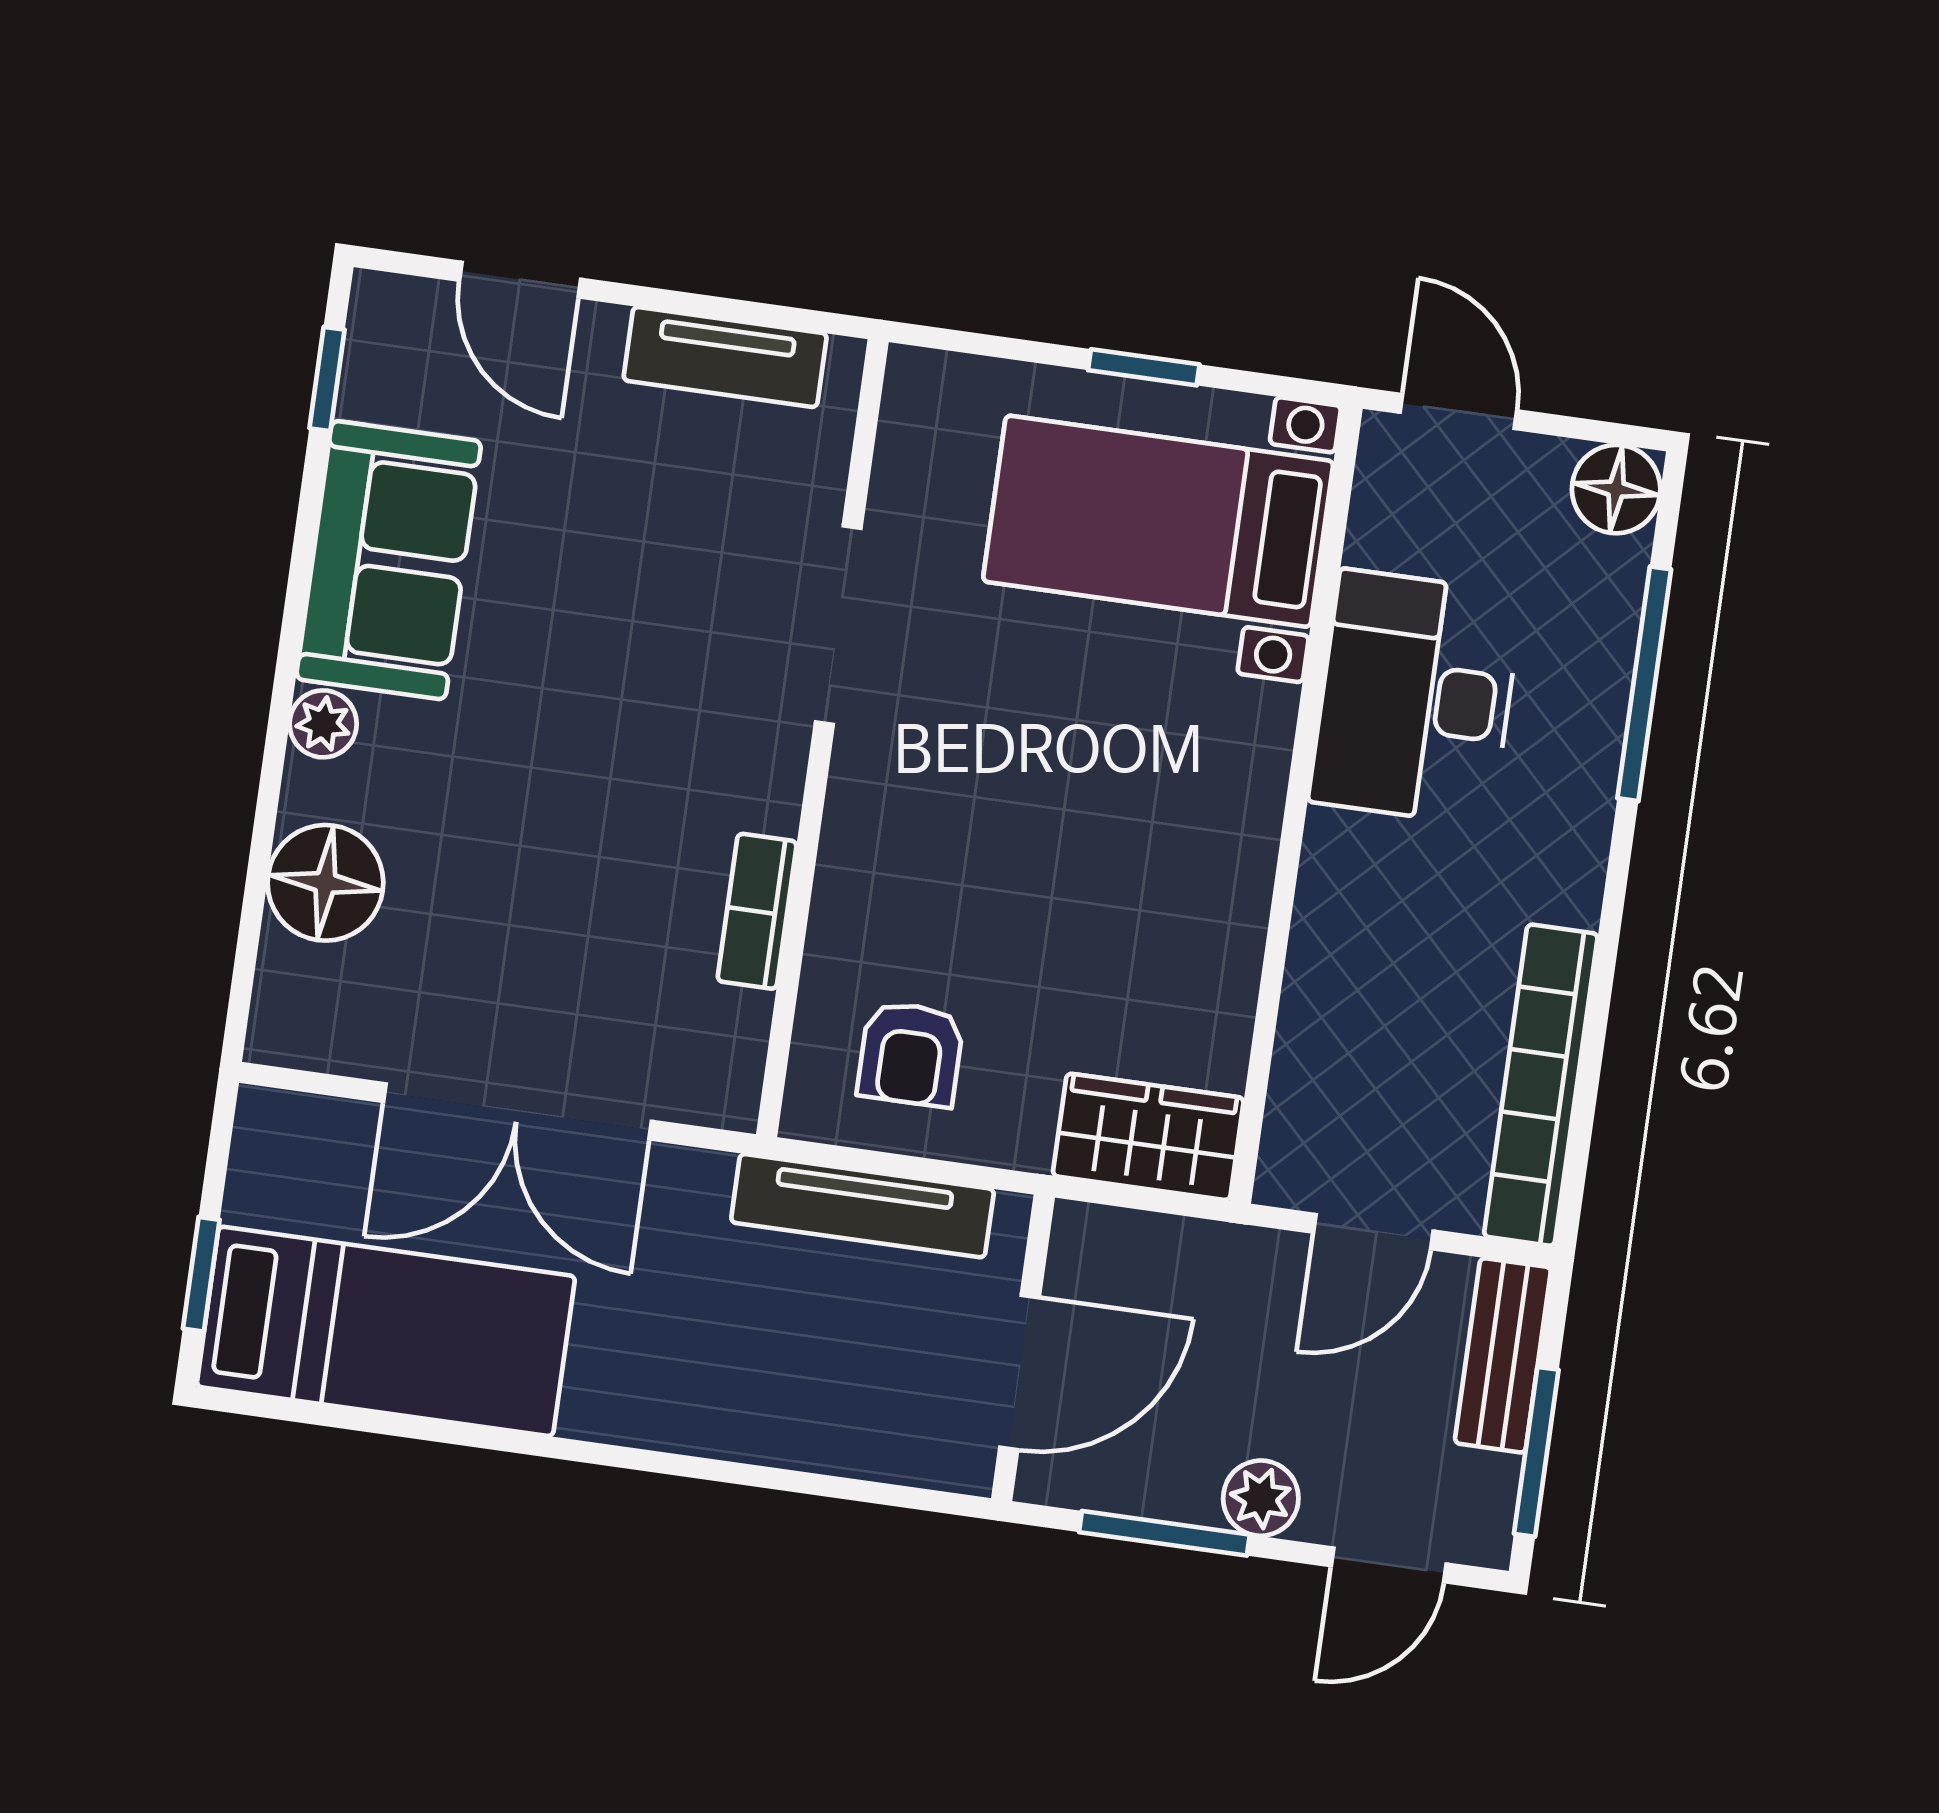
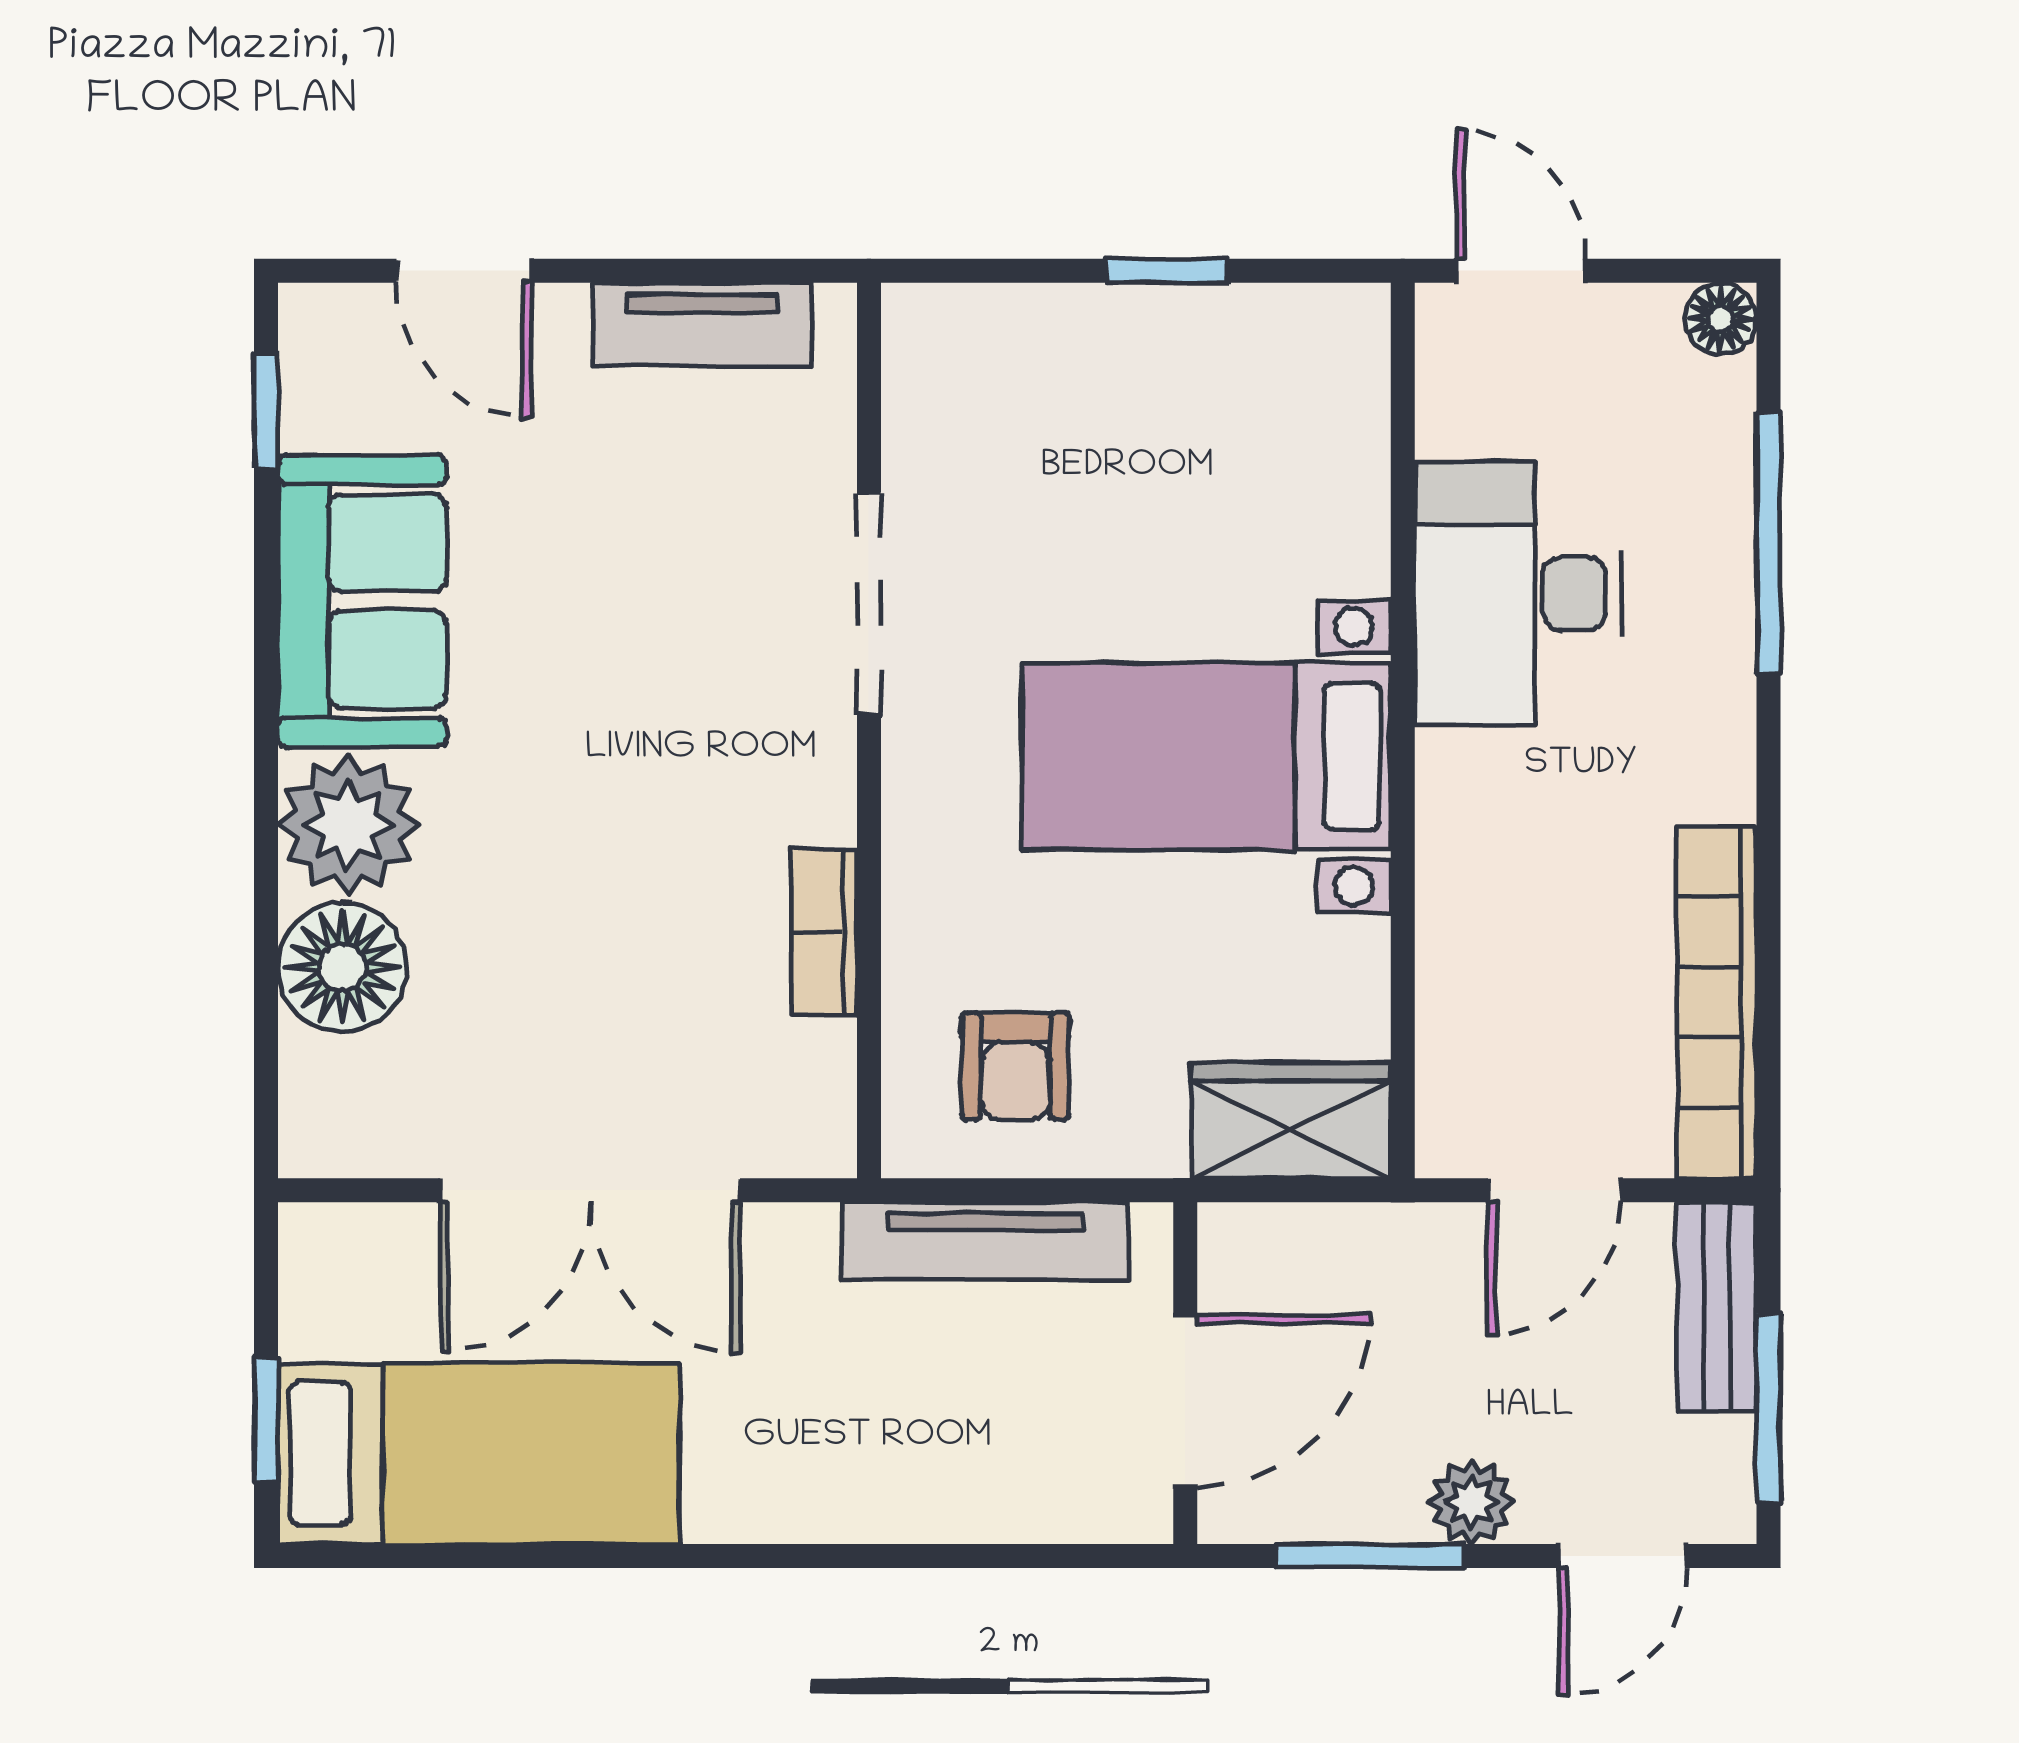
floor lamp: (1616, 489) -> (1721, 319), width x0.73, depth x0.73
bed with nightstands: (1158, 521) -> (1206, 756), moved
plant: (323, 724) -> (348, 825), width x1.88, depth x1.88

